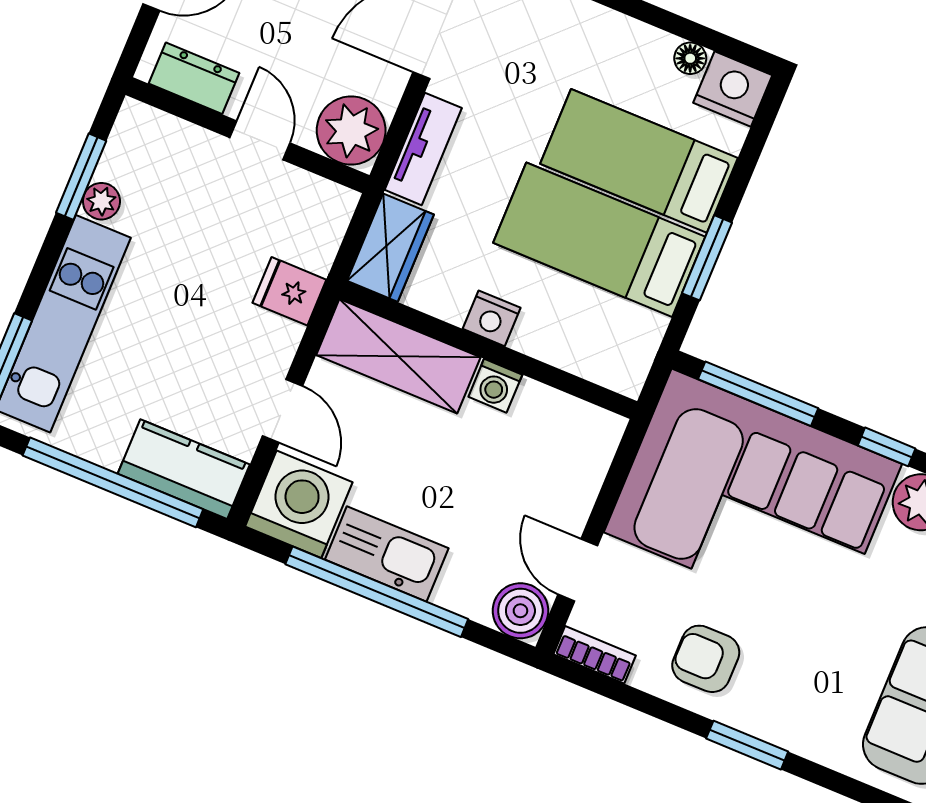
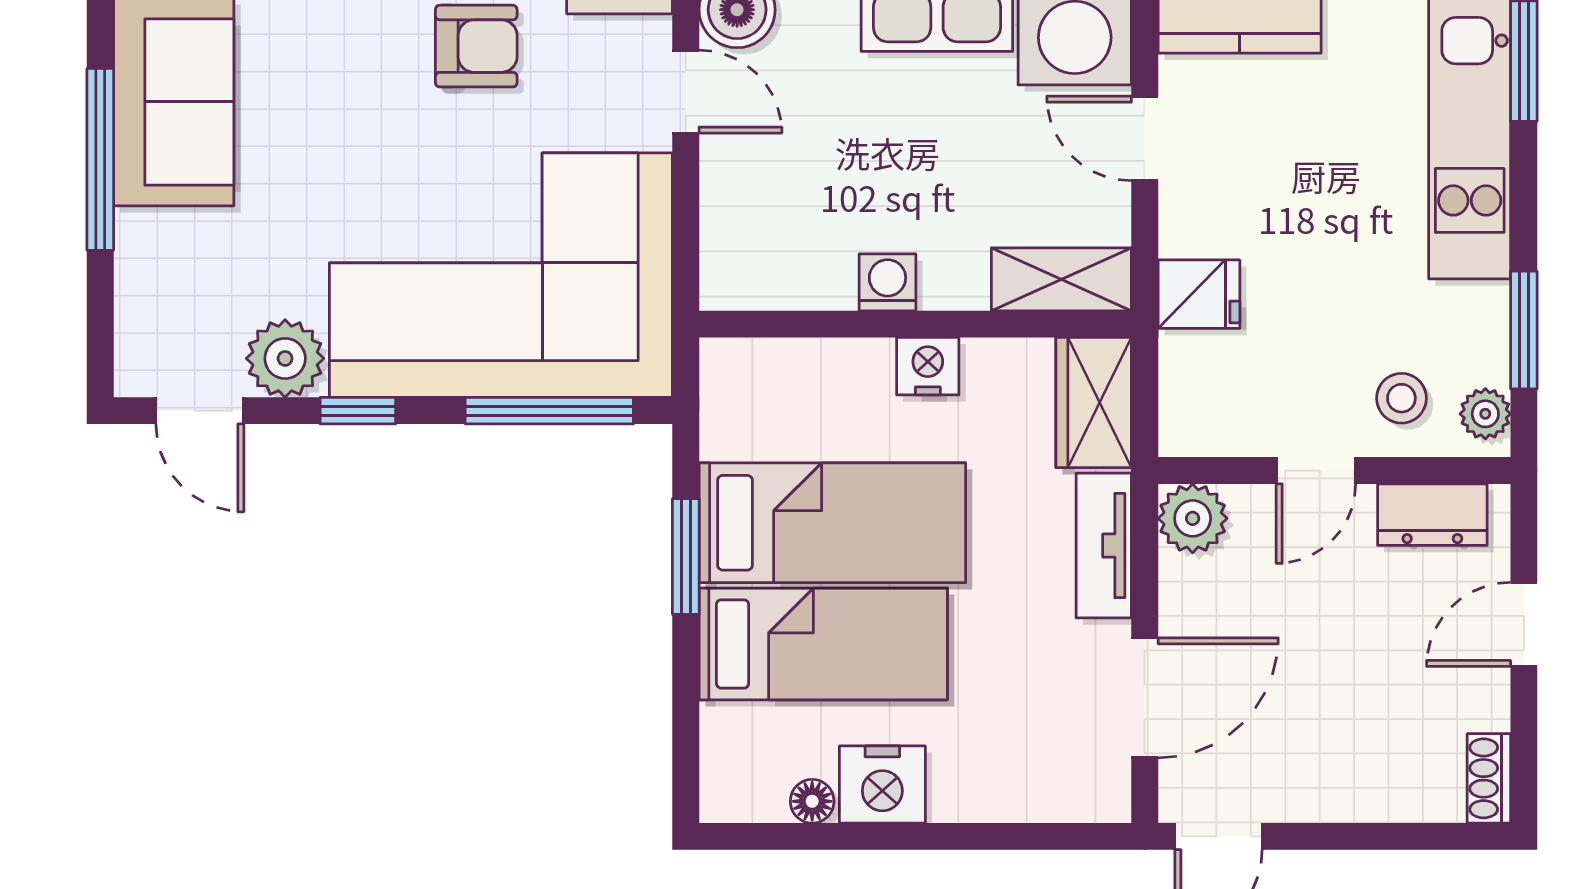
nightstand: (733, 89) -> (882, 785), moved
plant: (351, 130) -> (1193, 518), width x0.73, depth x0.73
door: (260, 140) -> (1316, 471), hinge flipped
stool: (182, 165) -> (1401, 398), added
plant: (101, 201) -> (1485, 414), moved
shelving: (398, 356) -> (1061, 279), width x0.67, depth x0.75

